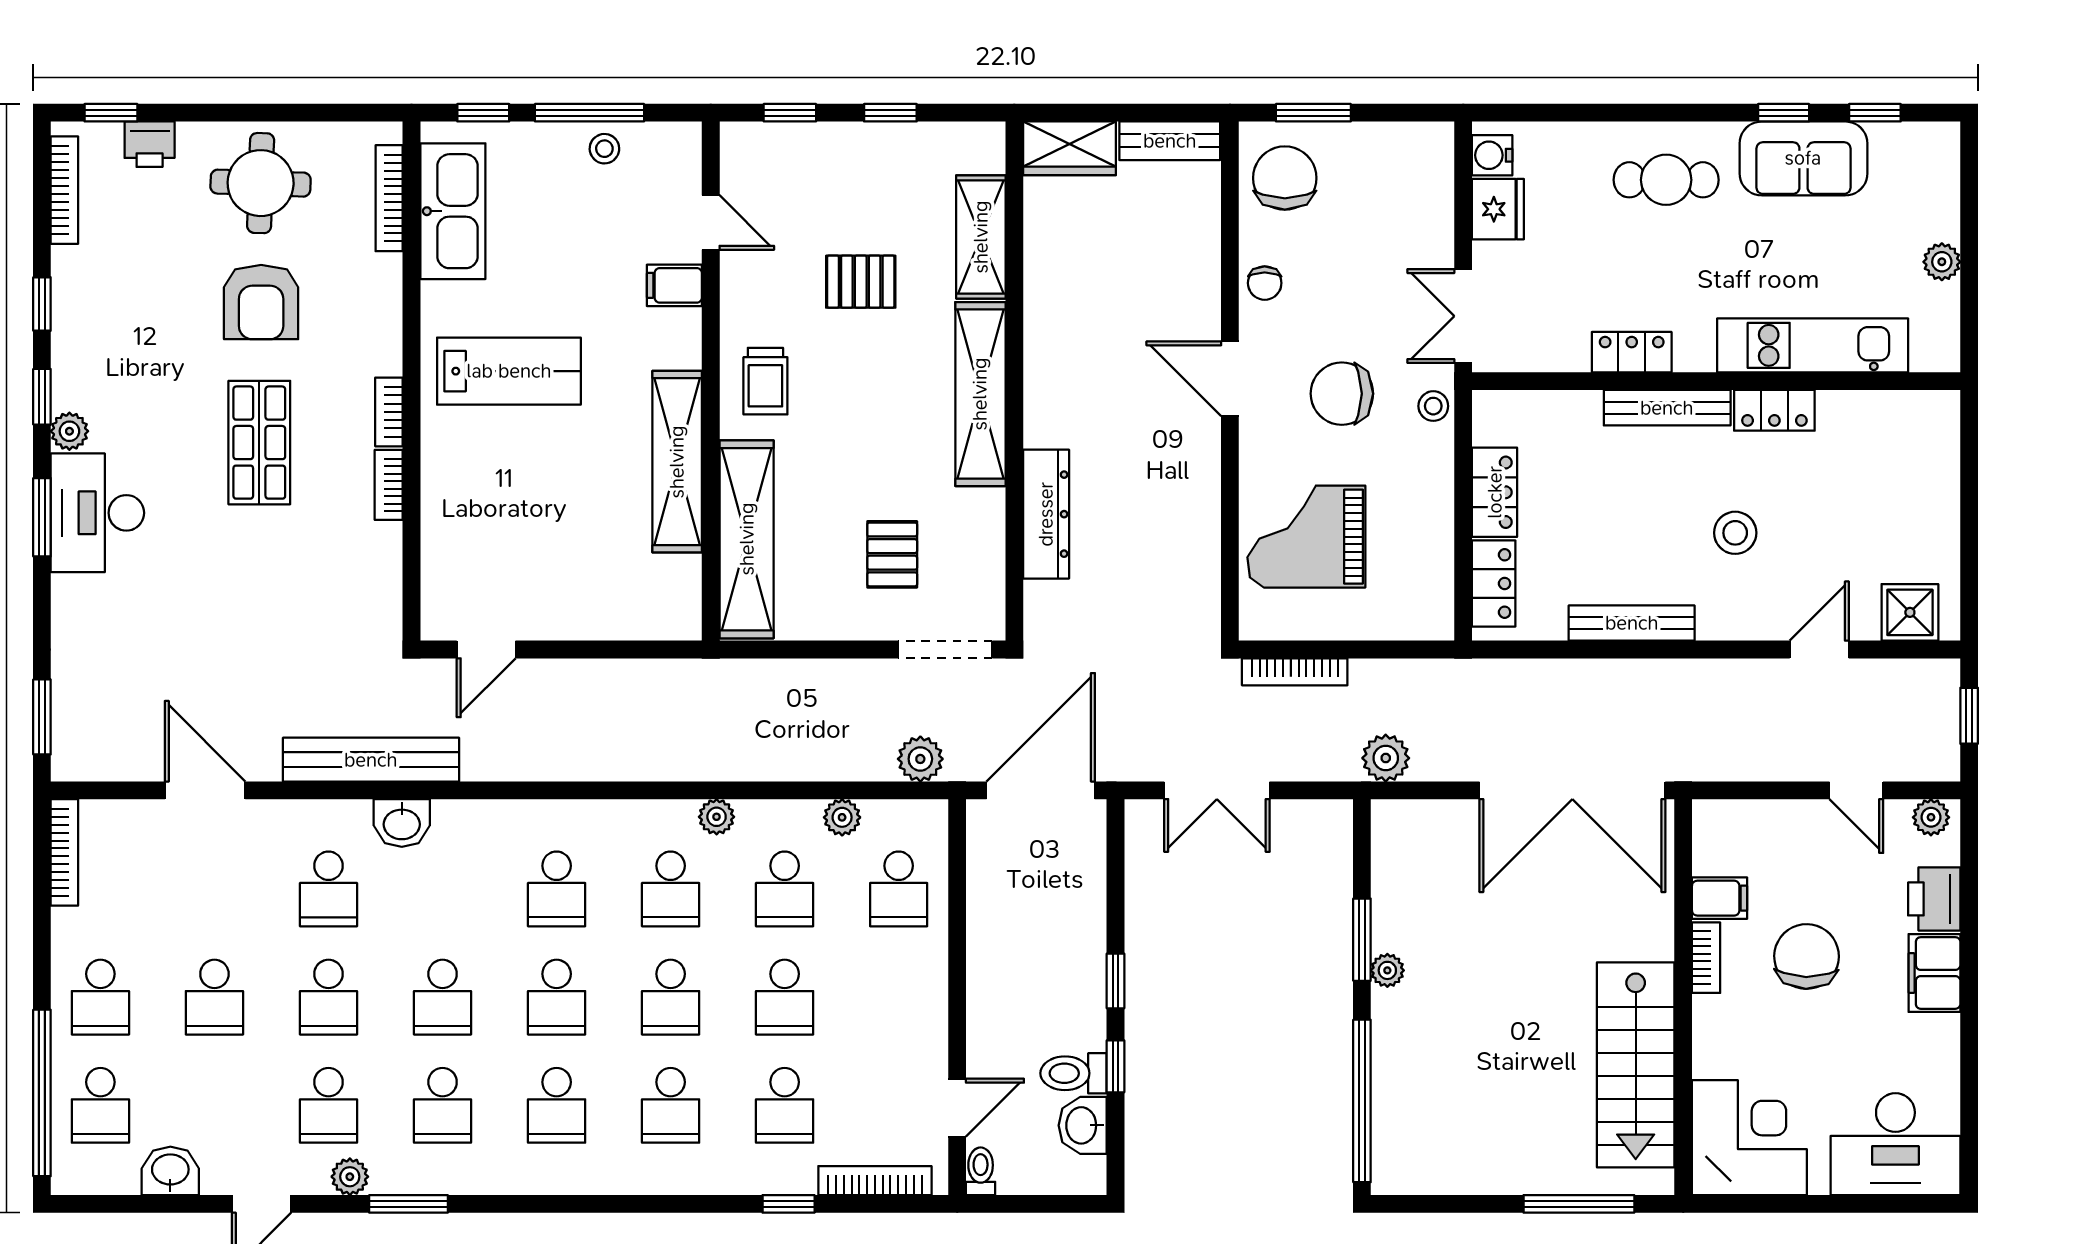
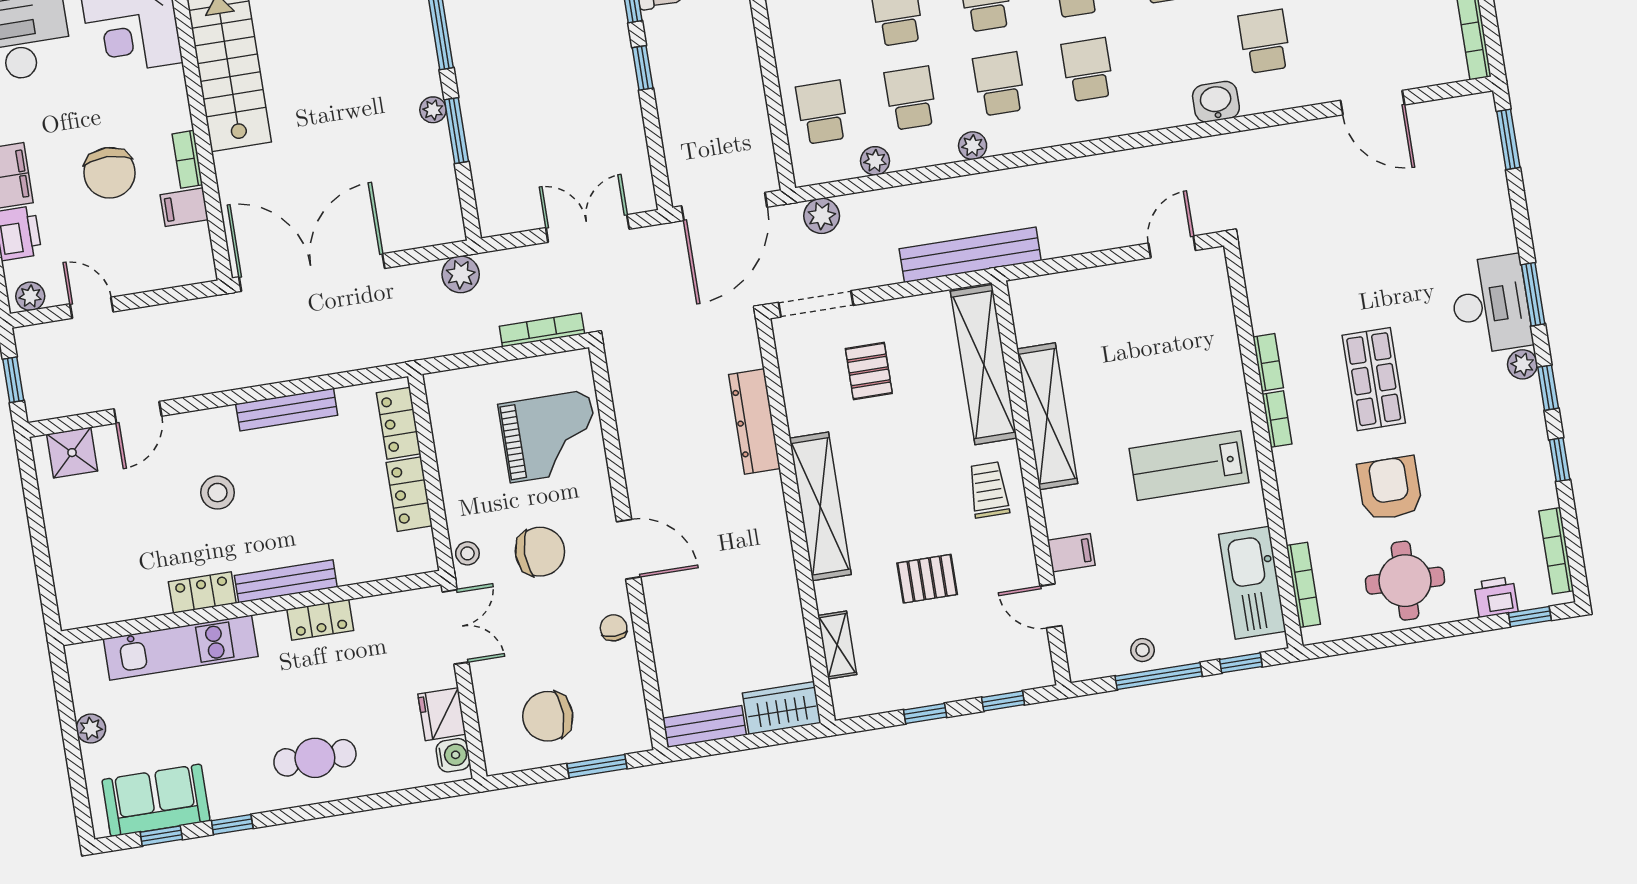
sofa: (1803, 158) -> (156, 800), moved
chair: (1285, 178) -> (548, 716), moved, turned 90
shelving: (981, 237) -> (837, 645), width x0.67, depth x0.75
bench: (371, 760) -> (970, 255), moved

